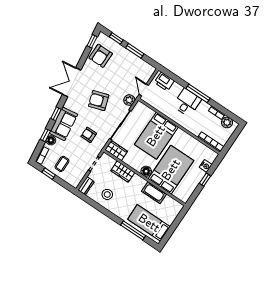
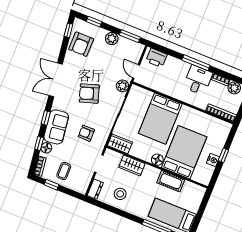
window: (135, 51) -> (130, 36), moved
plant: (129, 56) -> (112, 39), added
desk: (187, 103) -> (198, 80), moved
nightstand: (206, 166) -> (213, 160), moved

